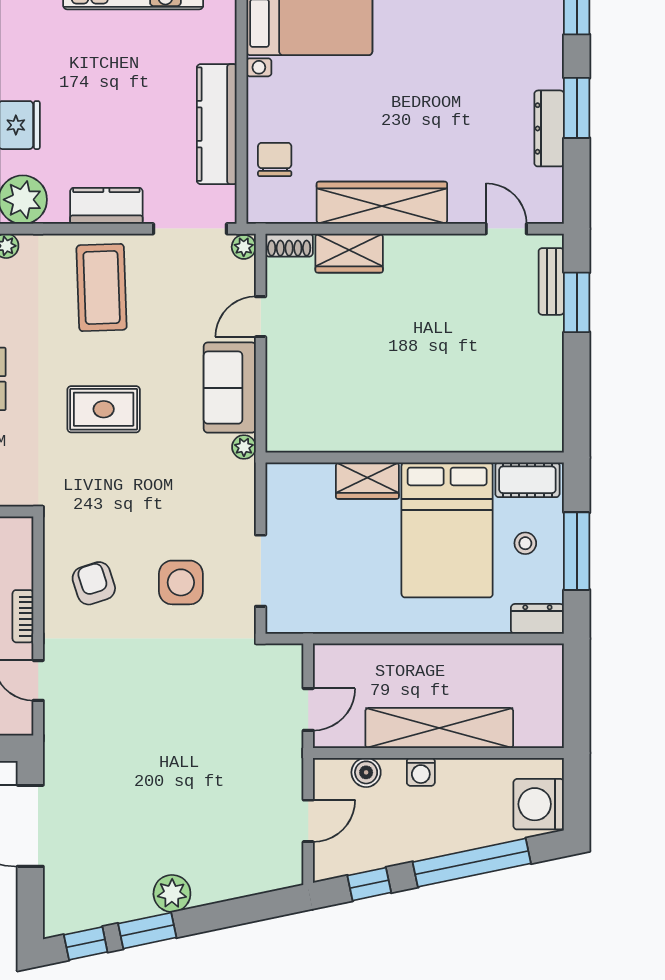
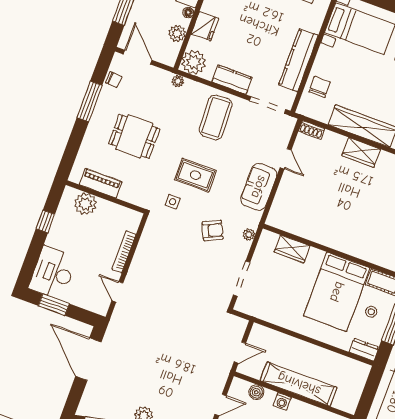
plant: (244, 247) -> (290, 123), removed
wardrobe: (349, 253) -> (361, 152), moved
door: (261, 317) -> (286, 159), swing flipped
plant: (244, 447) -> (249, 235), moved
wardrobe: (367, 481) -> (292, 249), moved
side table: (181, 582) -> (173, 202), moved, width x0.54, depth x0.54
armchair: (94, 583) -> (213, 230), moved, turned 83
bookcase: (23, 616) -> (124, 252), width x1.56

